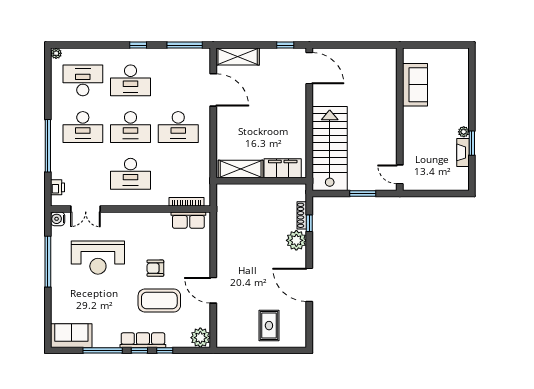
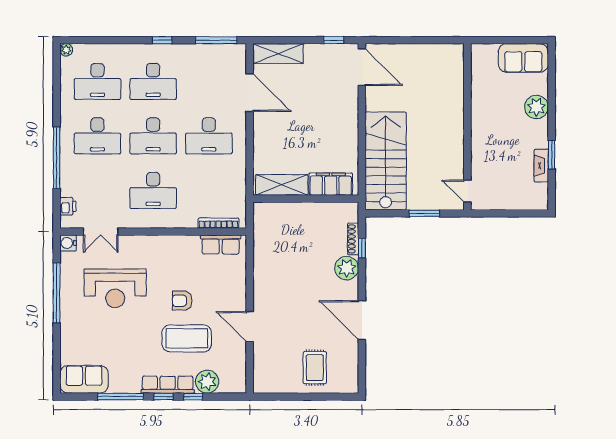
desk: (83, 80) -> (97, 81), turned 180
sofa: (415, 85) -> (523, 58), moved, turned 90
plant: (464, 132) -> (536, 107), moved, width x1.88, depth x1.88
plant: (200, 338) -> (207, 382), moved

